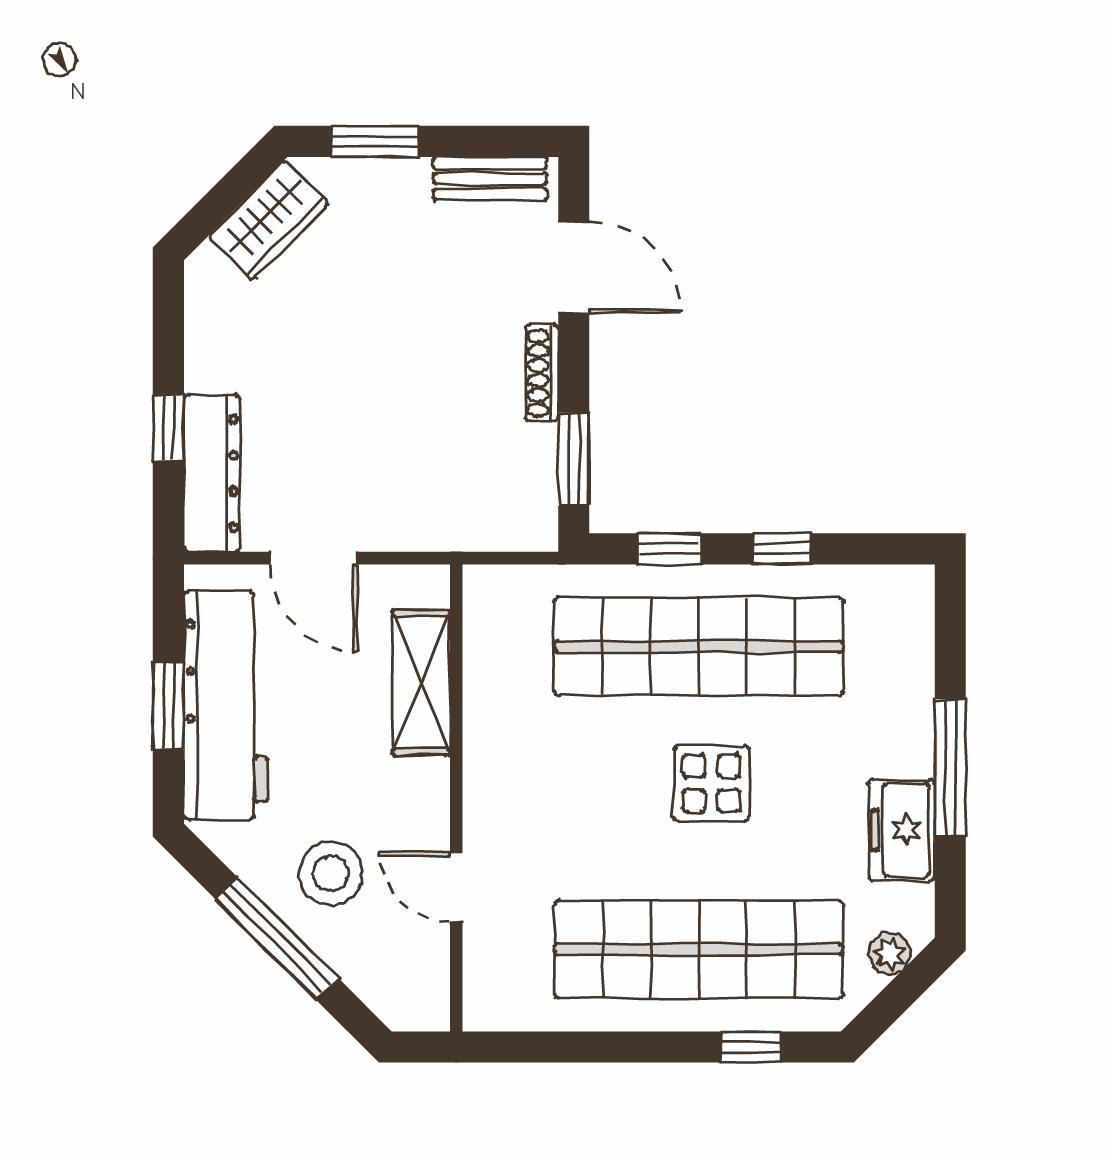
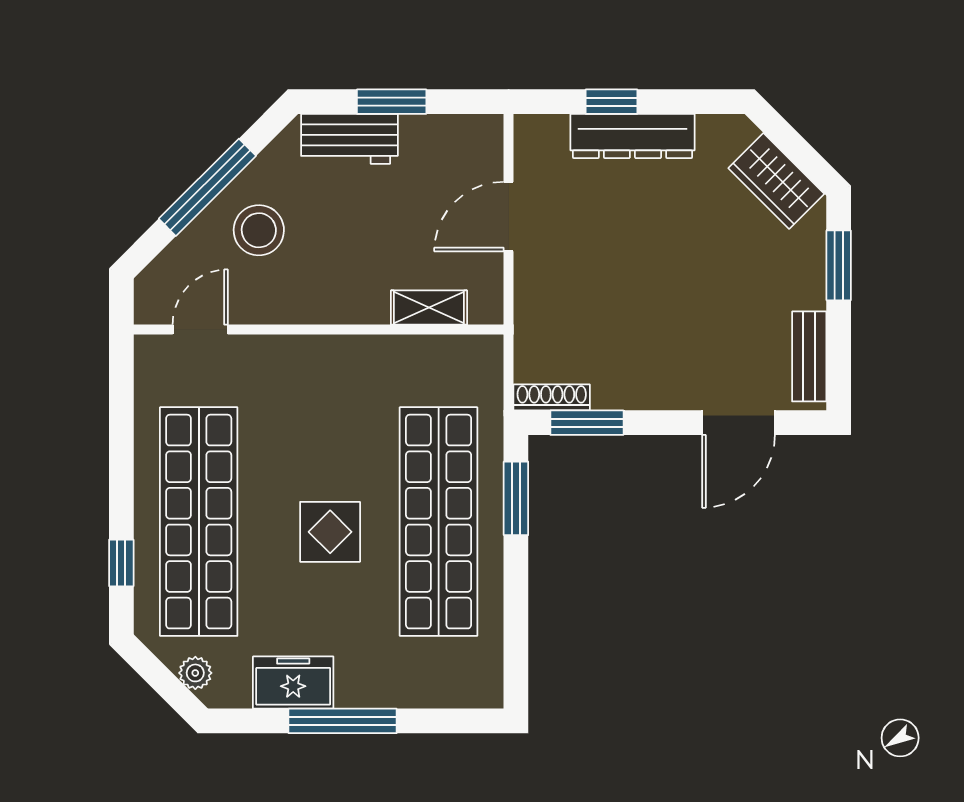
shoe rack: (542, 373) -> (552, 397), moved
dresser: (212, 473) -> (632, 136), moved
window: (669, 549) -> (516, 498), width x1.50
window: (782, 549) -> (516, 587), removed
shelving: (421, 683) -> (429, 308), width x0.67, depth x0.75
workbench: (226, 706) -> (349, 139), width x0.53, depth x0.76
door: (456, 887) -> (200, 330), moved

